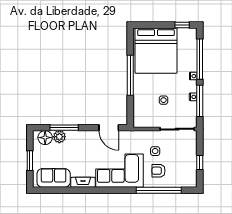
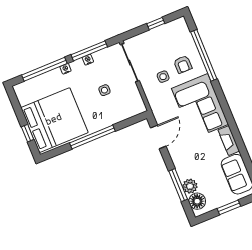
window: (182, 25) -> (28, 133), moved

